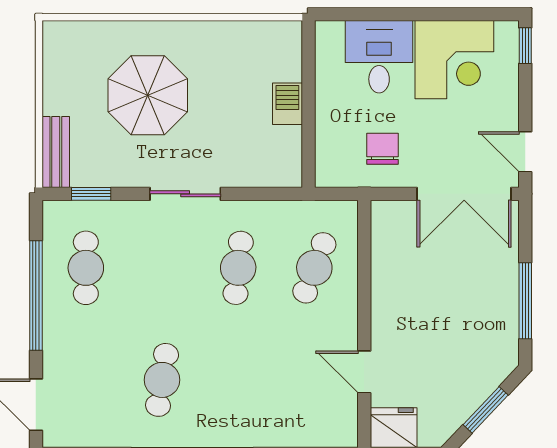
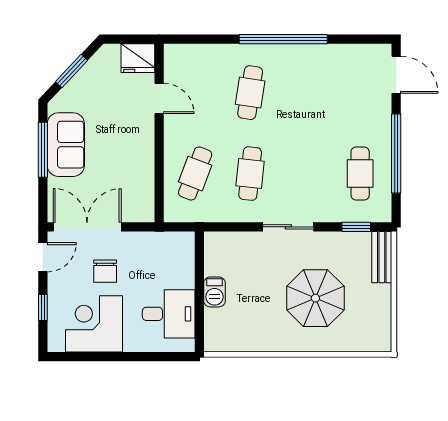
window: (525, 46) -> (43, 308), moved
desk: (379, 57) -> (169, 314), moved, turned -90
chair: (383, 149) -> (105, 271), moved
door: (525, 152) -> (43, 257), hinge flipped
sofa: (493, 308) -> (66, 145), added
cafe table: (162, 380) -> (250, 93), moved

